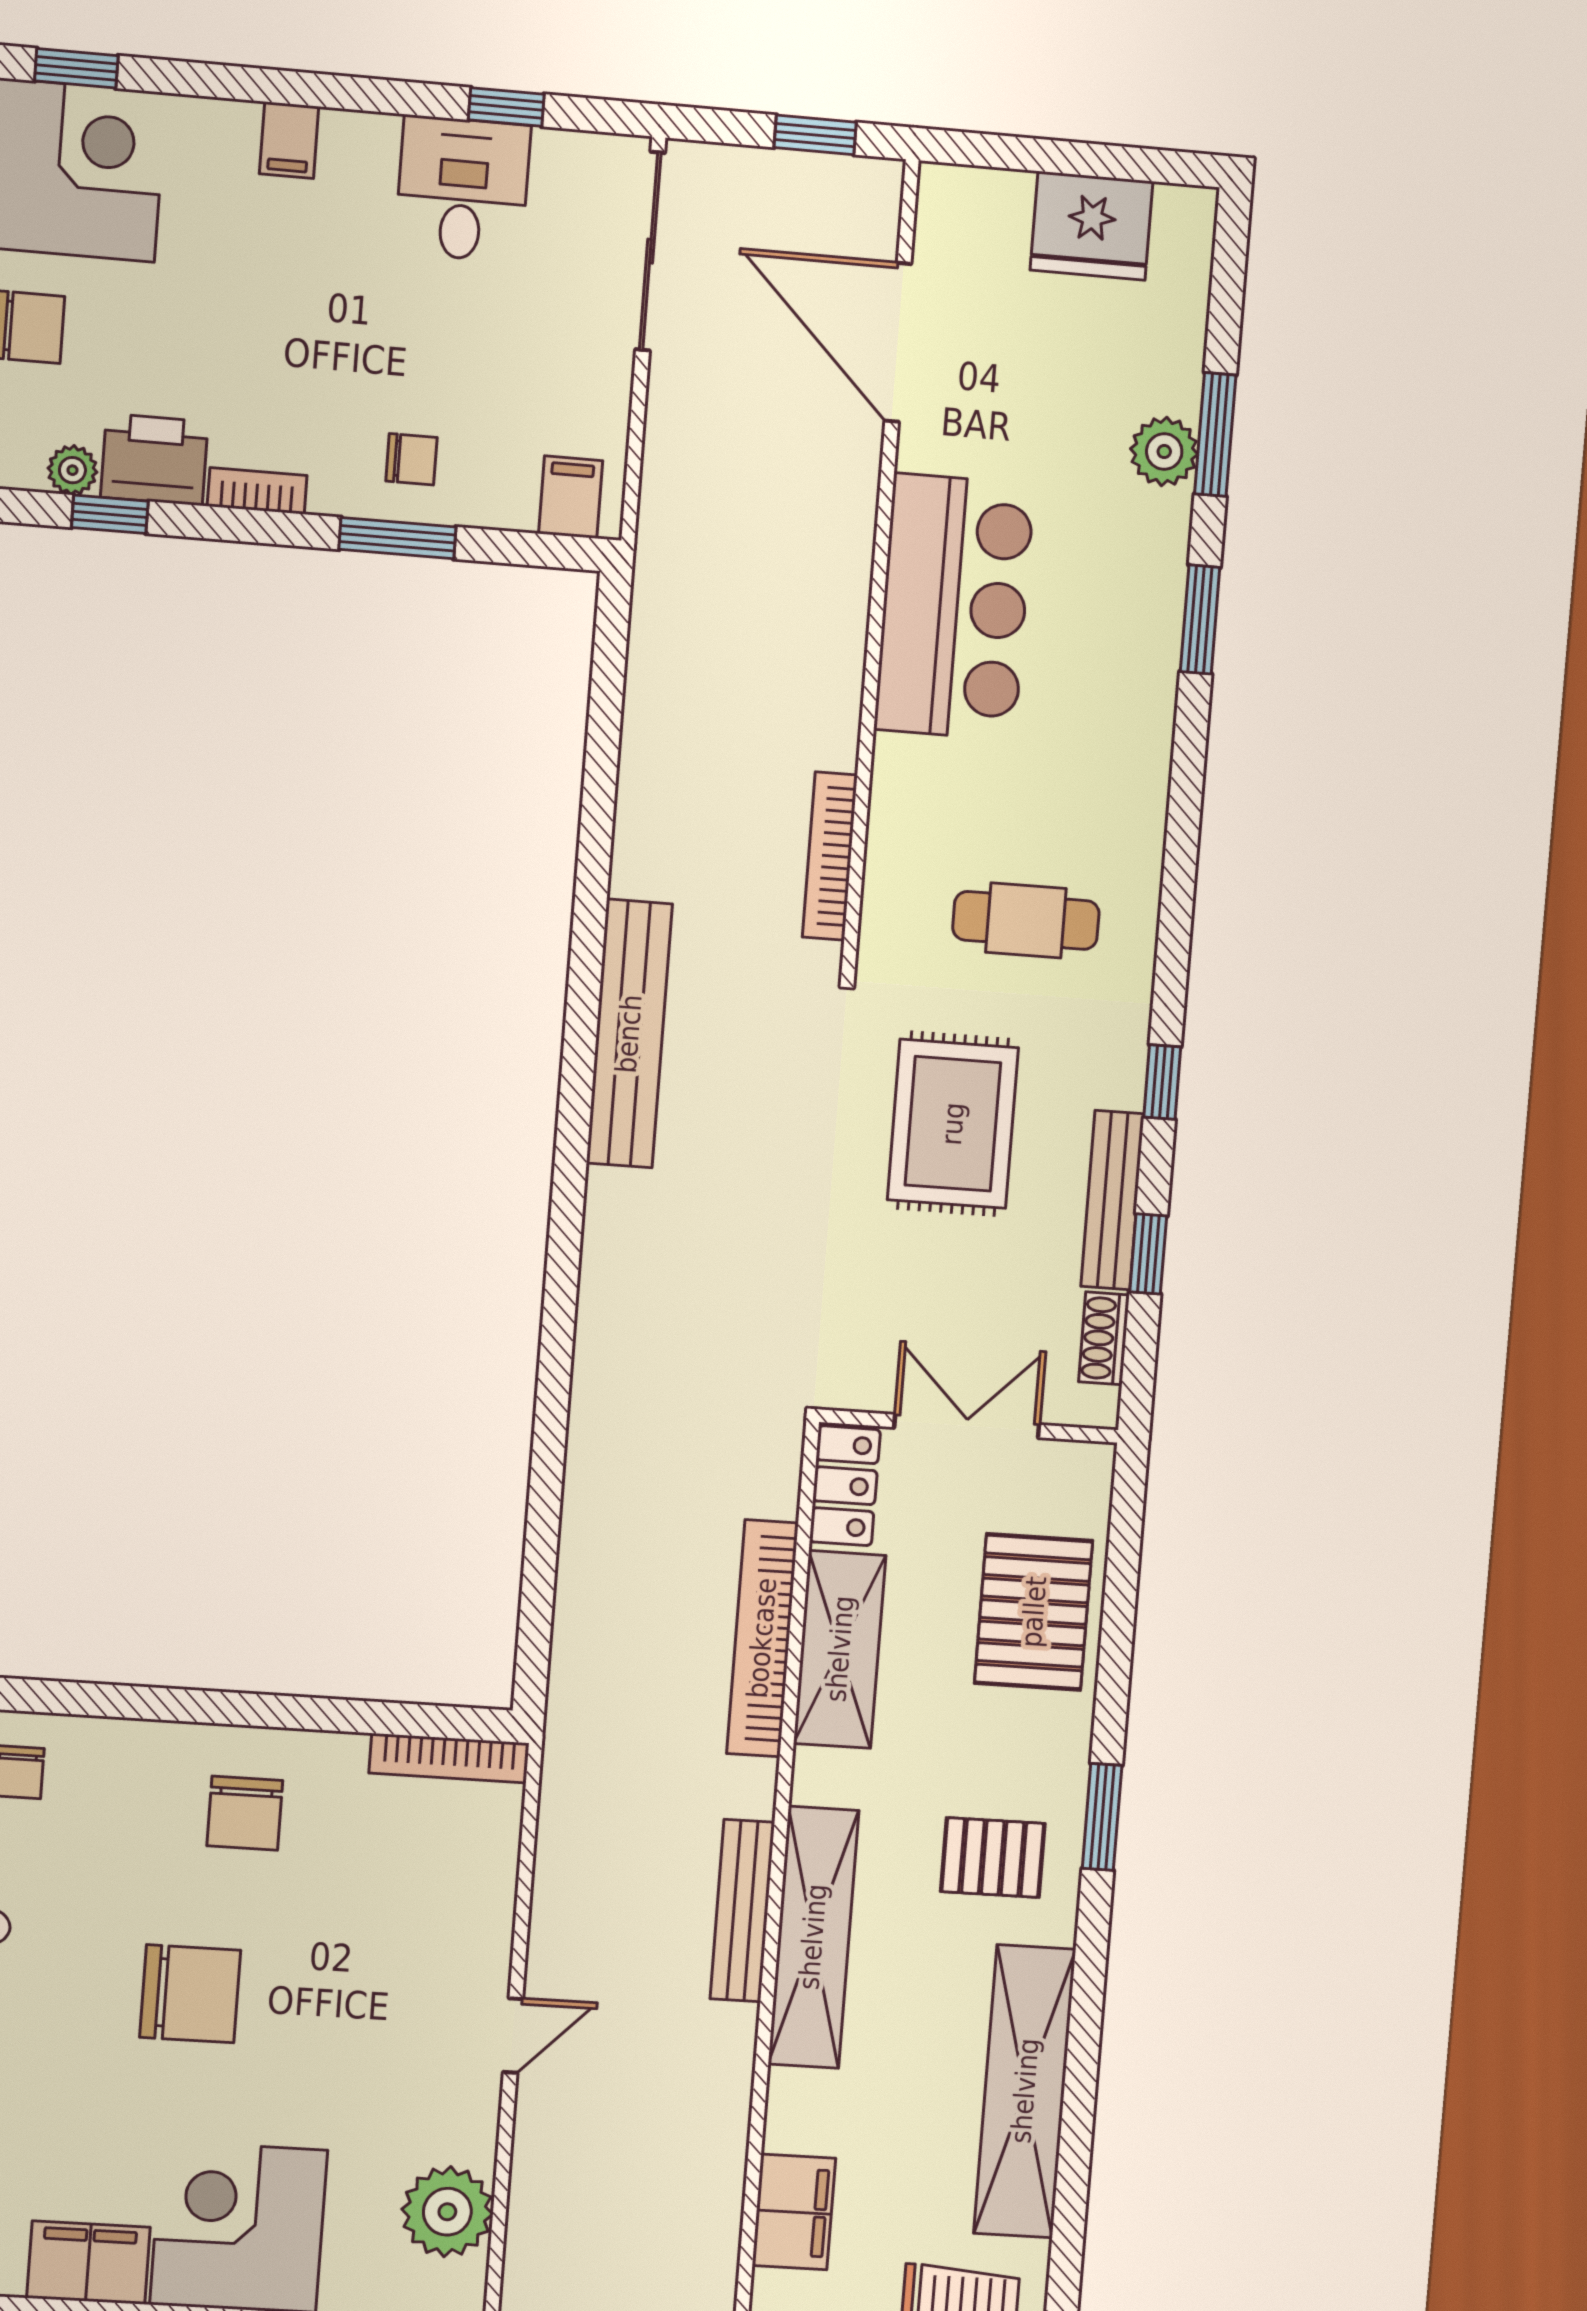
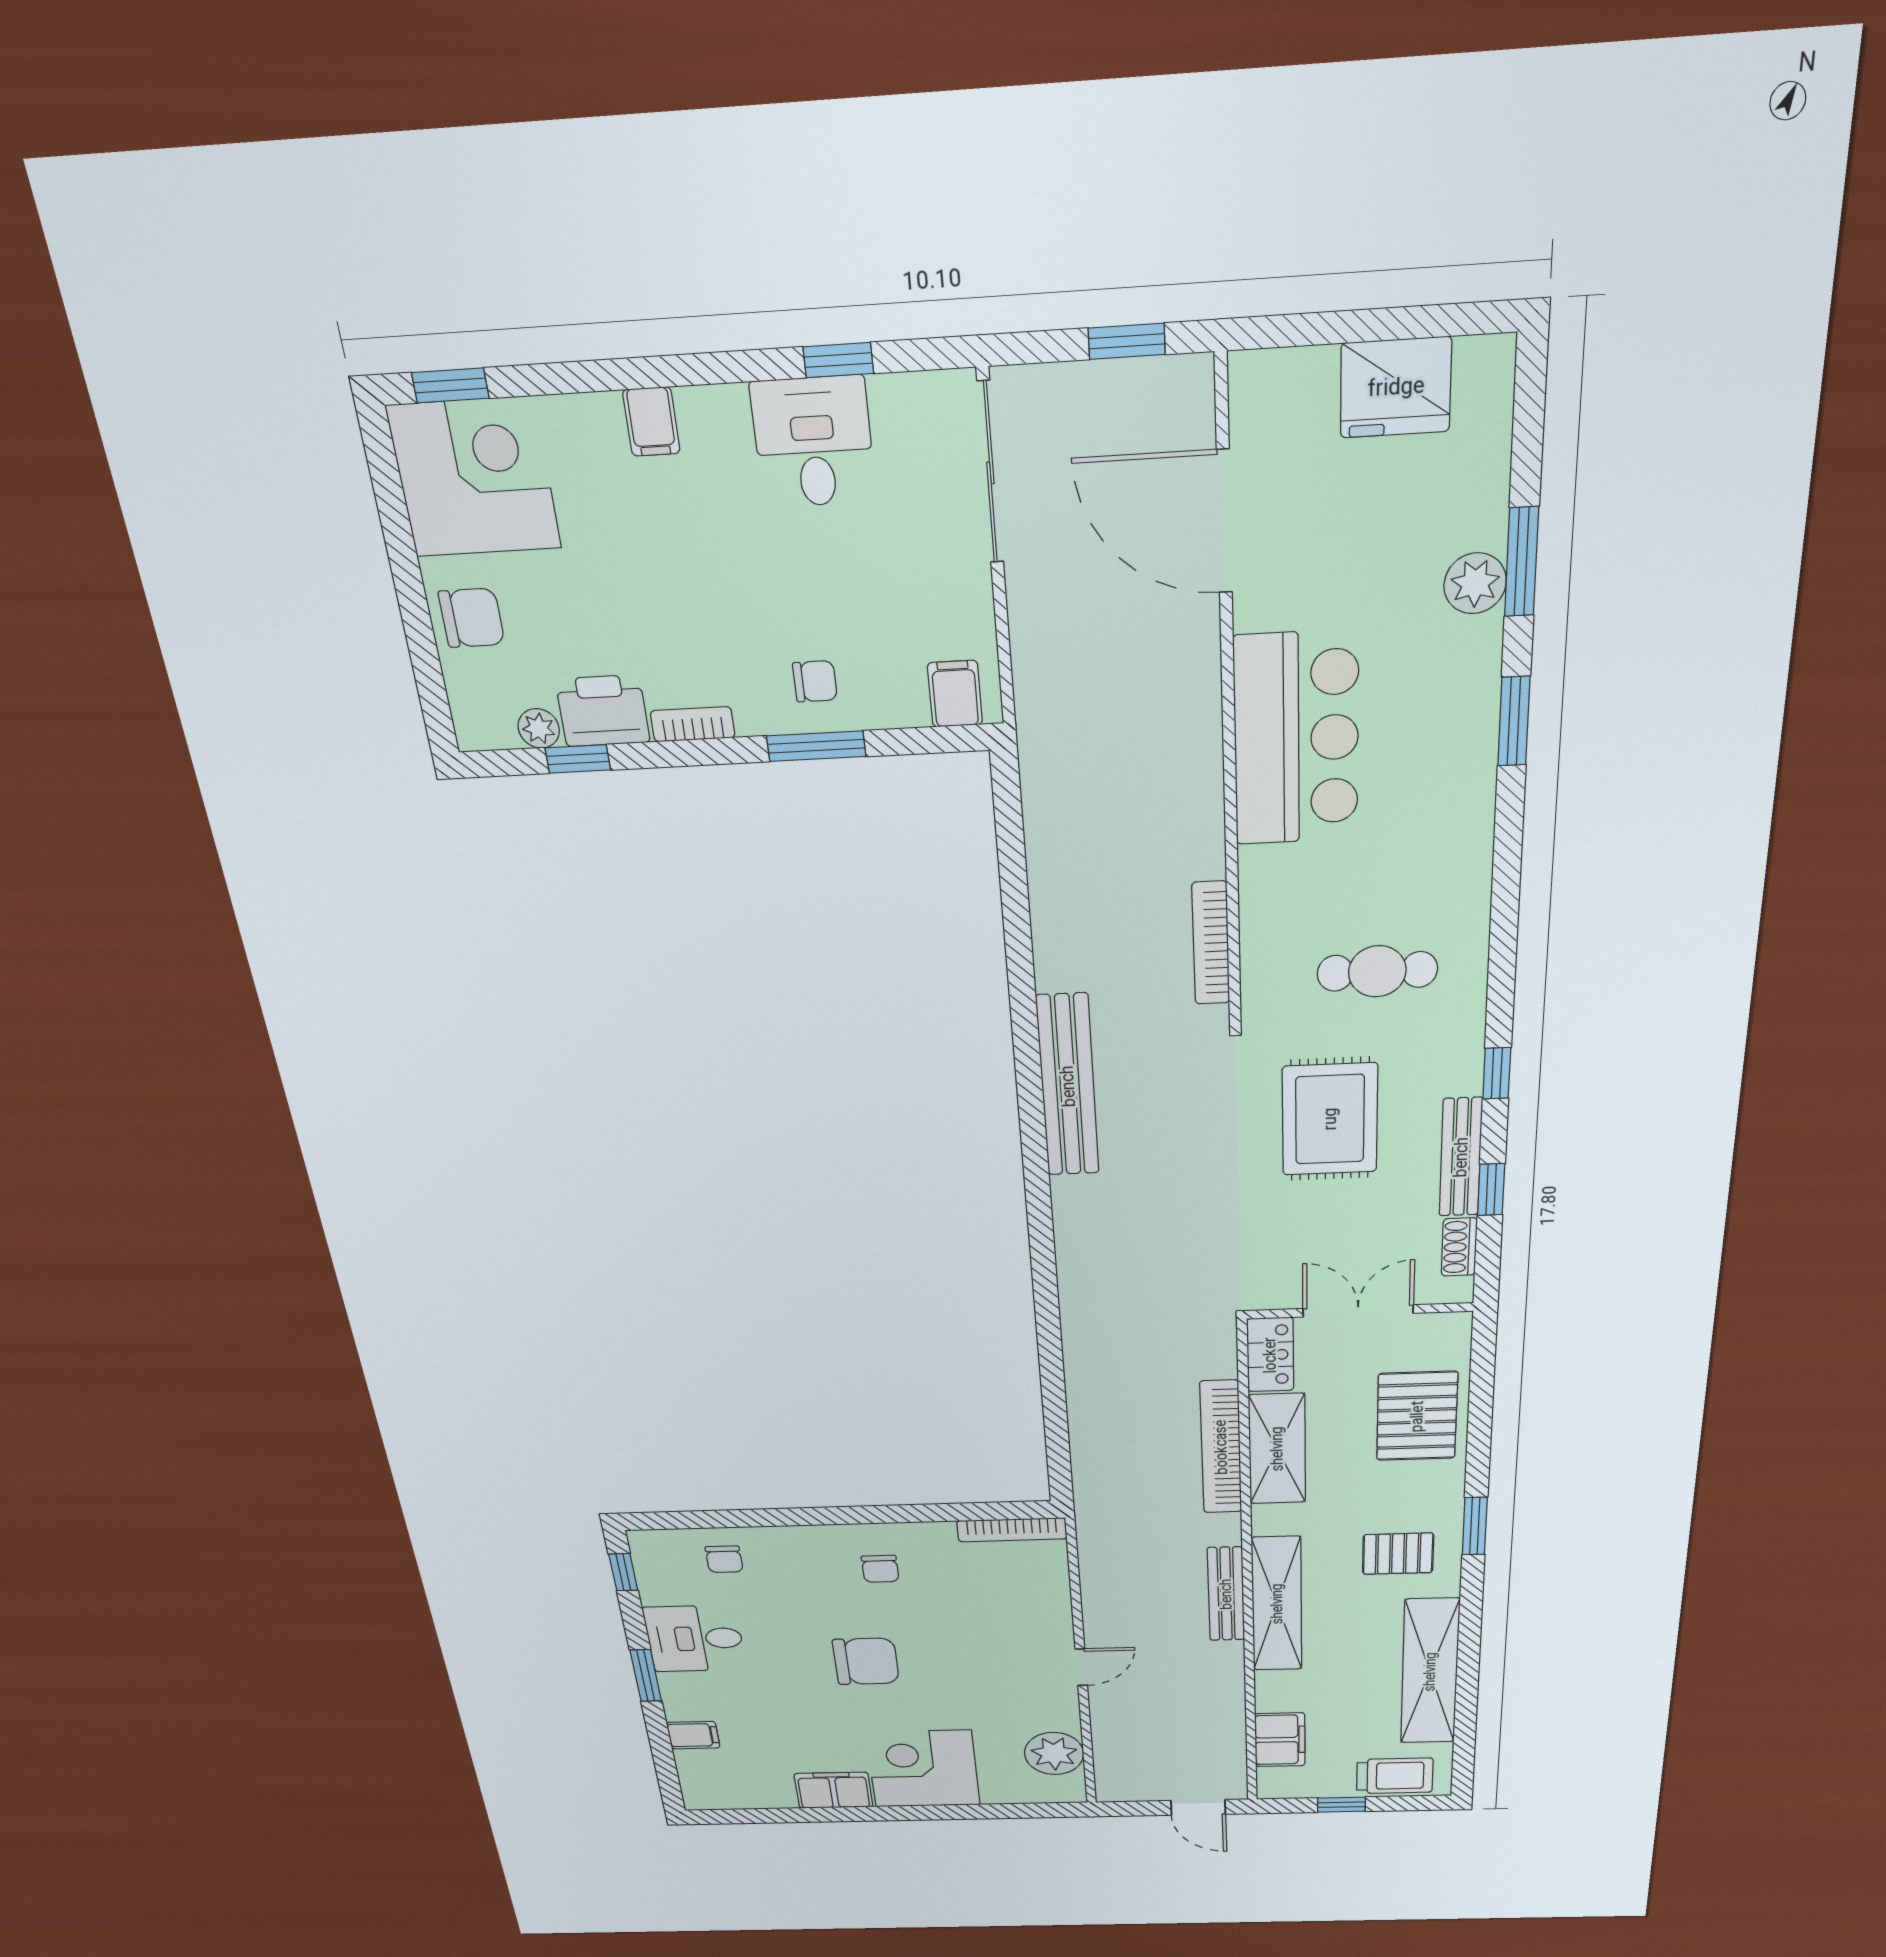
chair: (245, 1813) -> (880, 1569), width x0.73, depth x0.73

